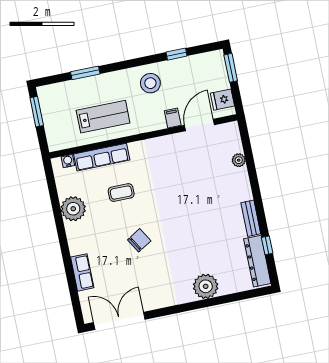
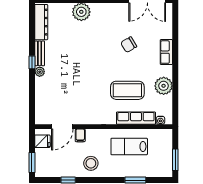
plant: (239, 160) -> (40, 72), moved
coffee table: (121, 193) -> (127, 90), width x1.86, depth x1.72
chair: (139, 240) -> (129, 45), moved
window: (267, 245) -> (32, 62), moved
row of seats: (82, 272) -> (166, 52), moved

